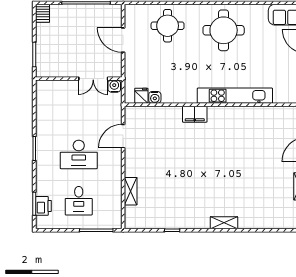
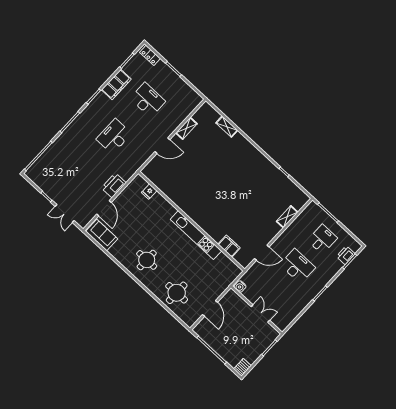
round table: (224, 30) -> (147, 260), width x0.73, depth x0.73
double door: (93, 79) -> (260, 314), moved
fridge: (141, 96) -> (149, 192), moved
kitchen unit: (235, 96) -> (196, 235), moved
water cooler: (155, 97) -> (223, 258), removed
filing cabinet: (195, 114) -> (229, 246), moved
shelving: (224, 223) -> (227, 127), moved

